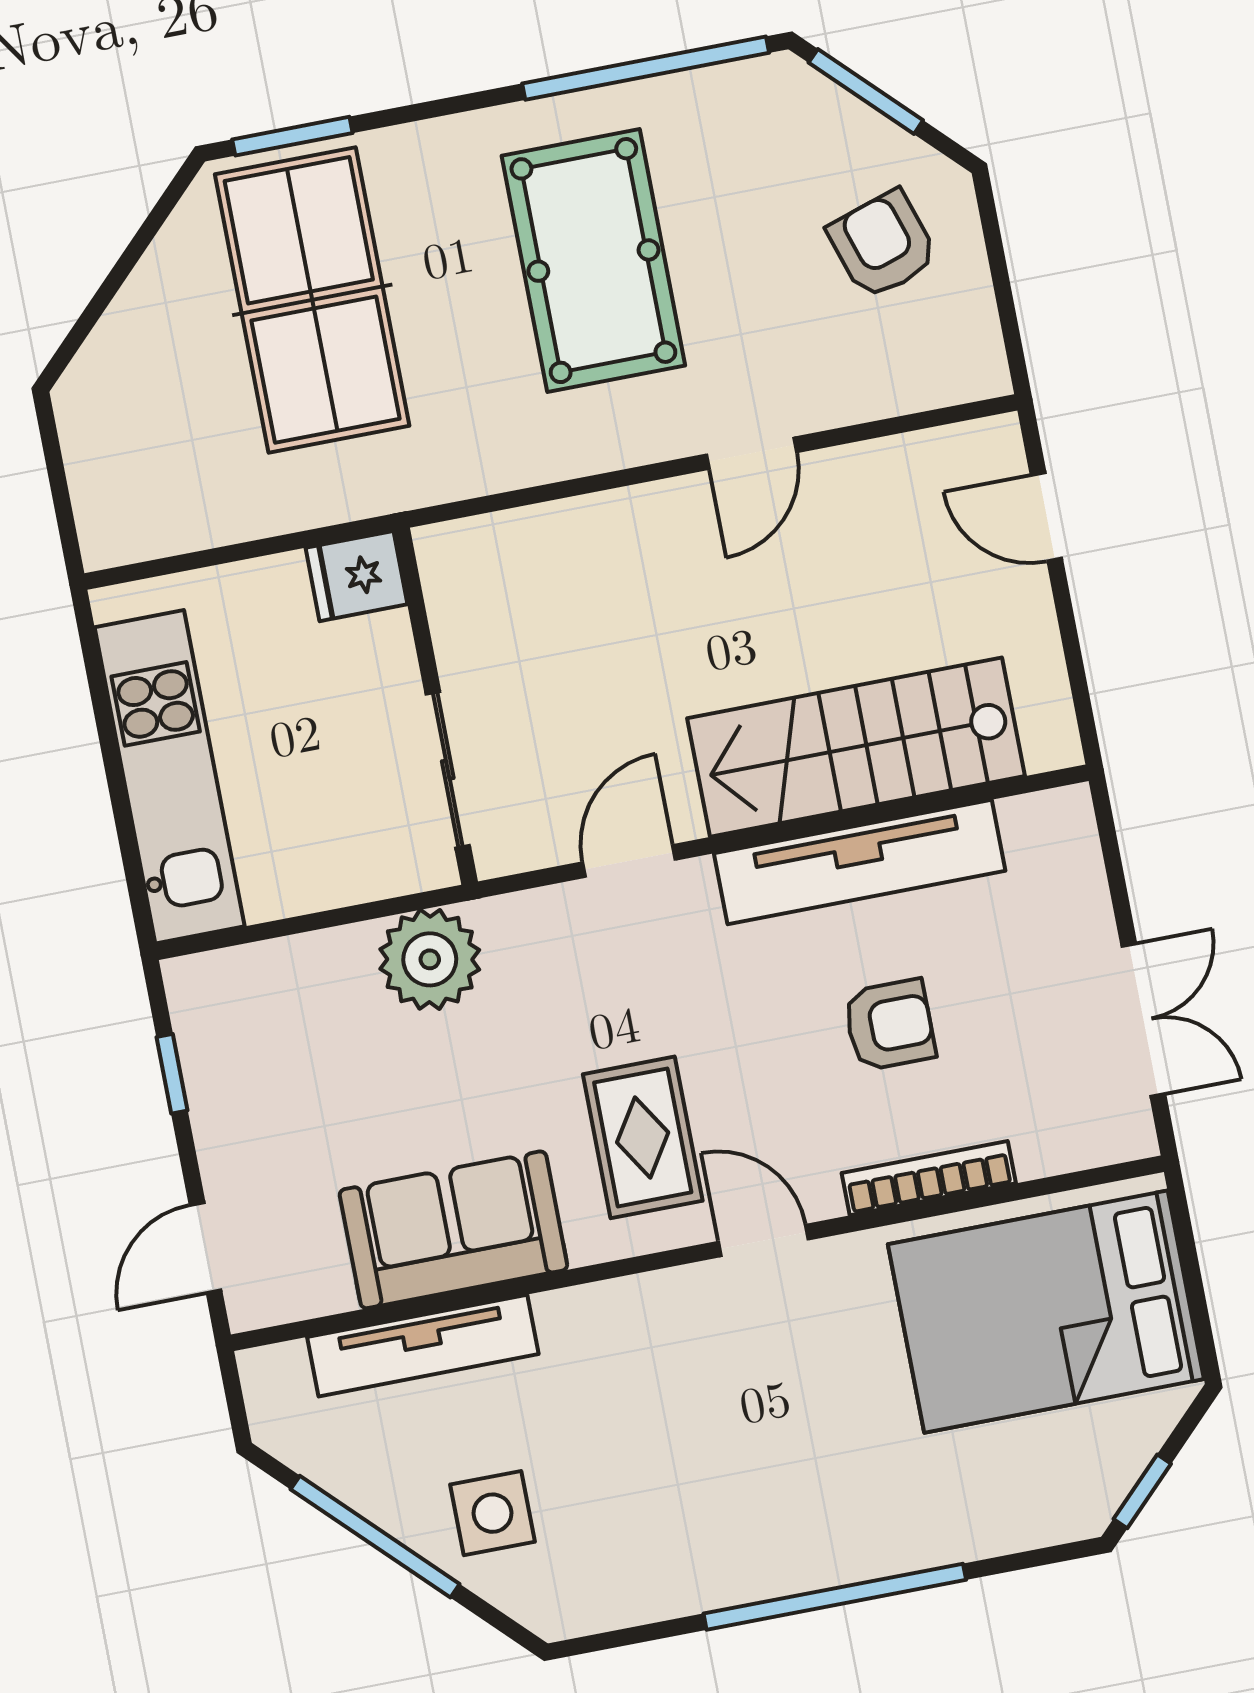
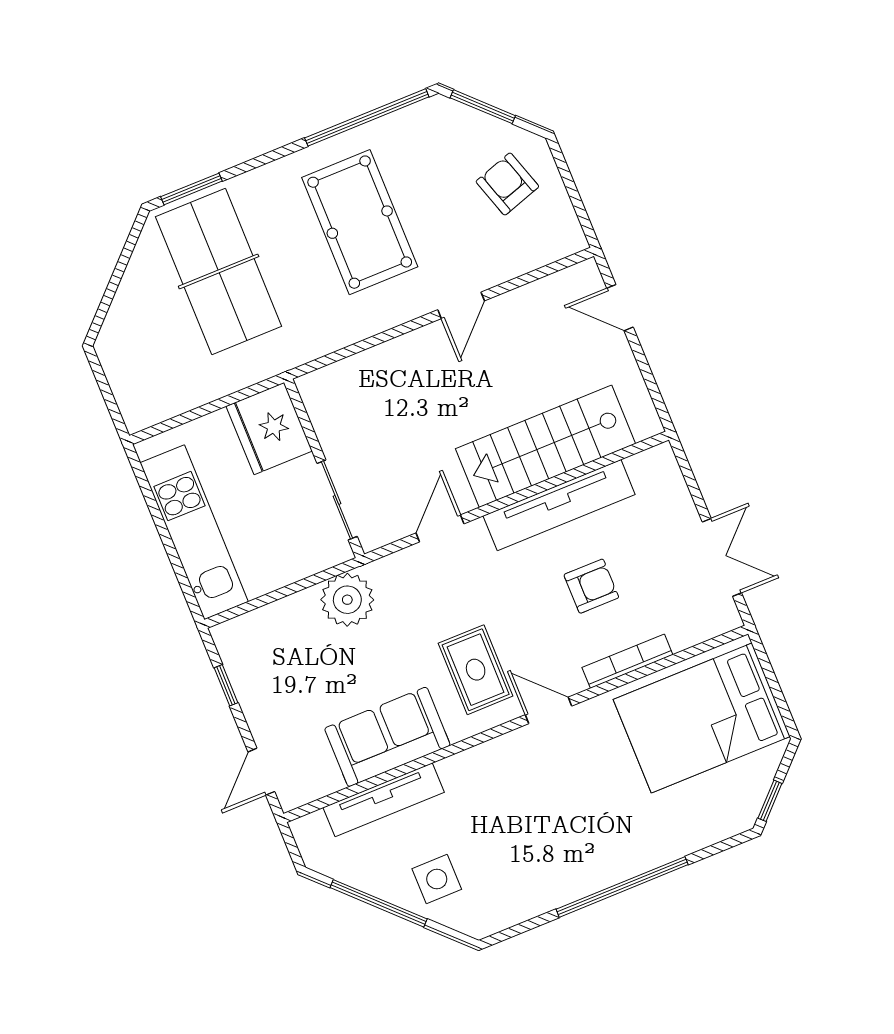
fridge: (356, 576) -> (269, 429), width x1.88, depth x1.34

